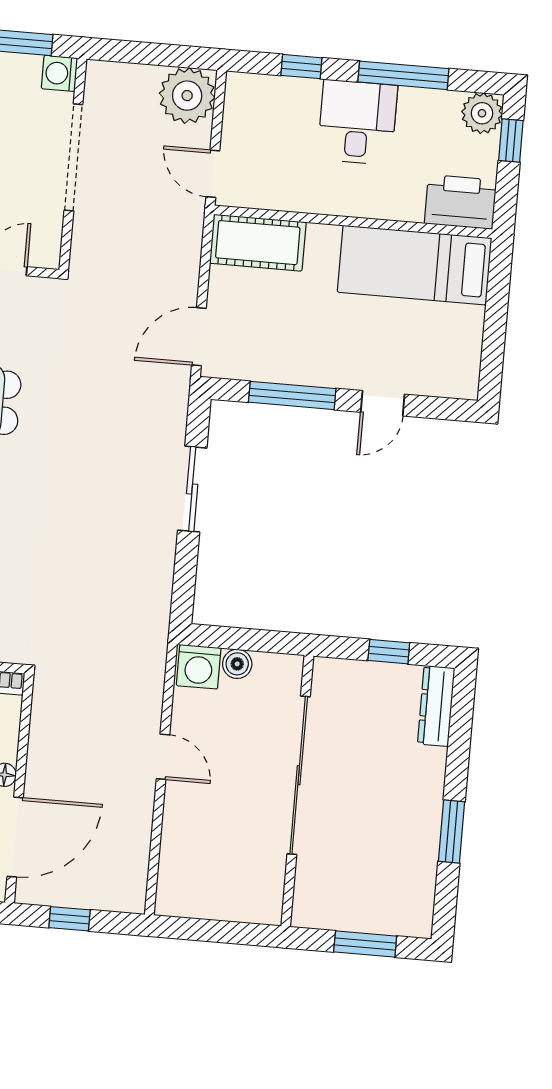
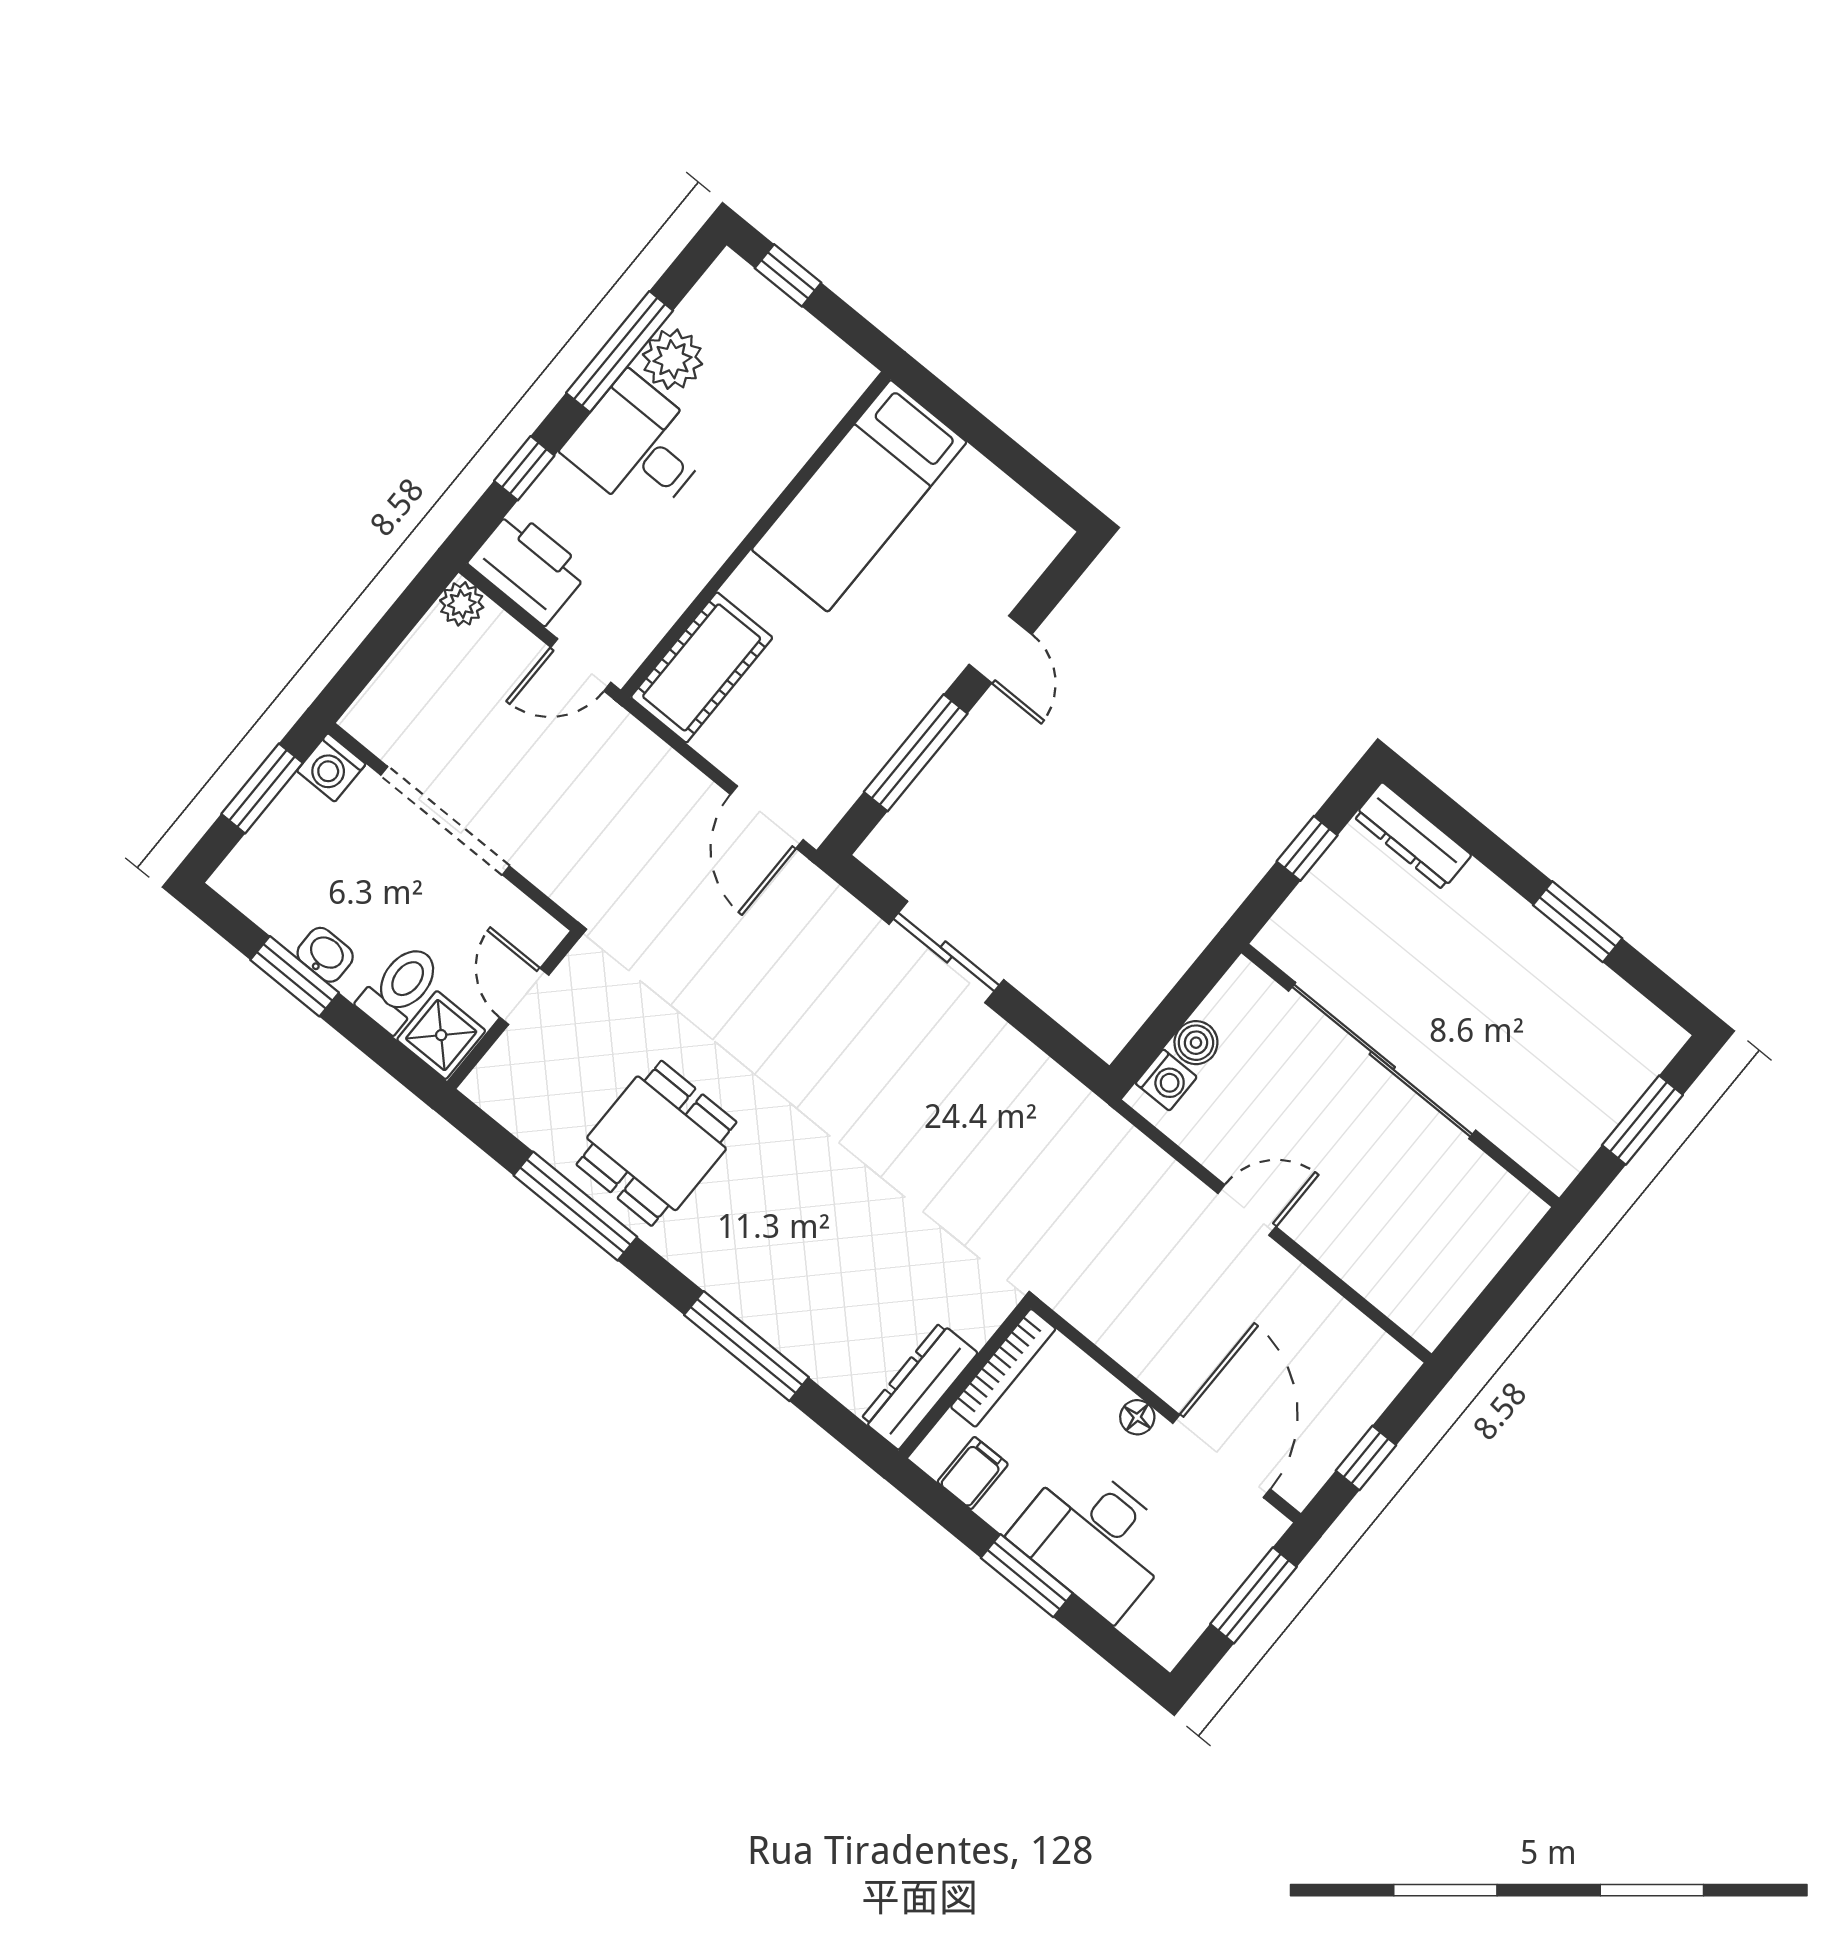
plant: (187, 96) -> (462, 604), width x0.53, depth x0.53
plant: (482, 113) -> (672, 359), moved
printer: (460, 202) -> (529, 567), moved, turned 90
washing machine: (199, 667) -> (1166, 1080), width x0.73, depth x0.73

